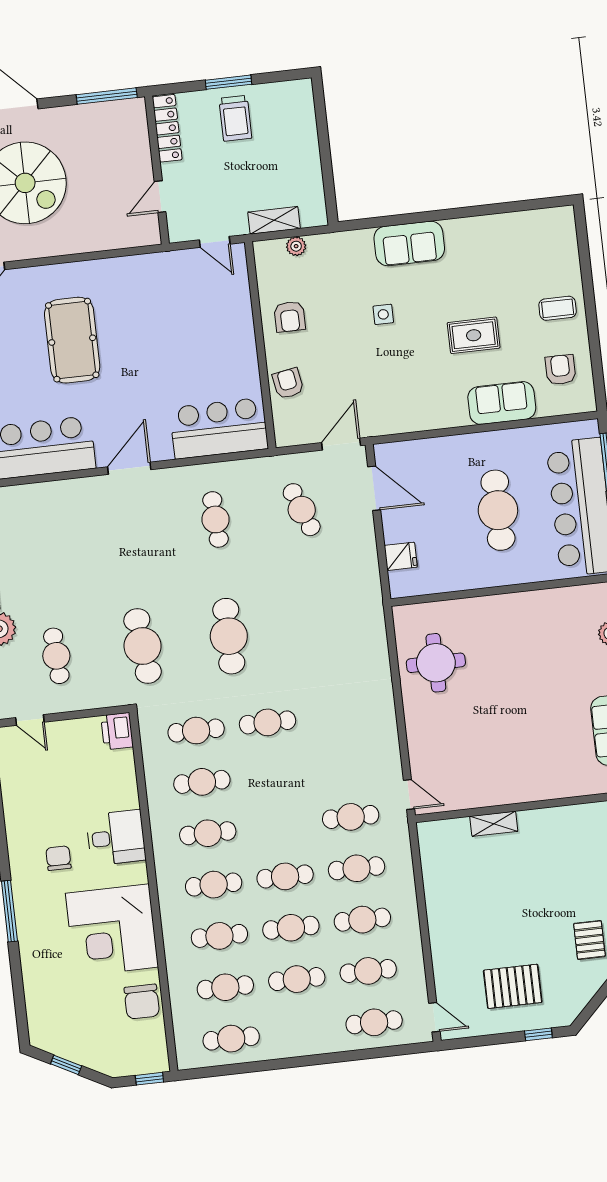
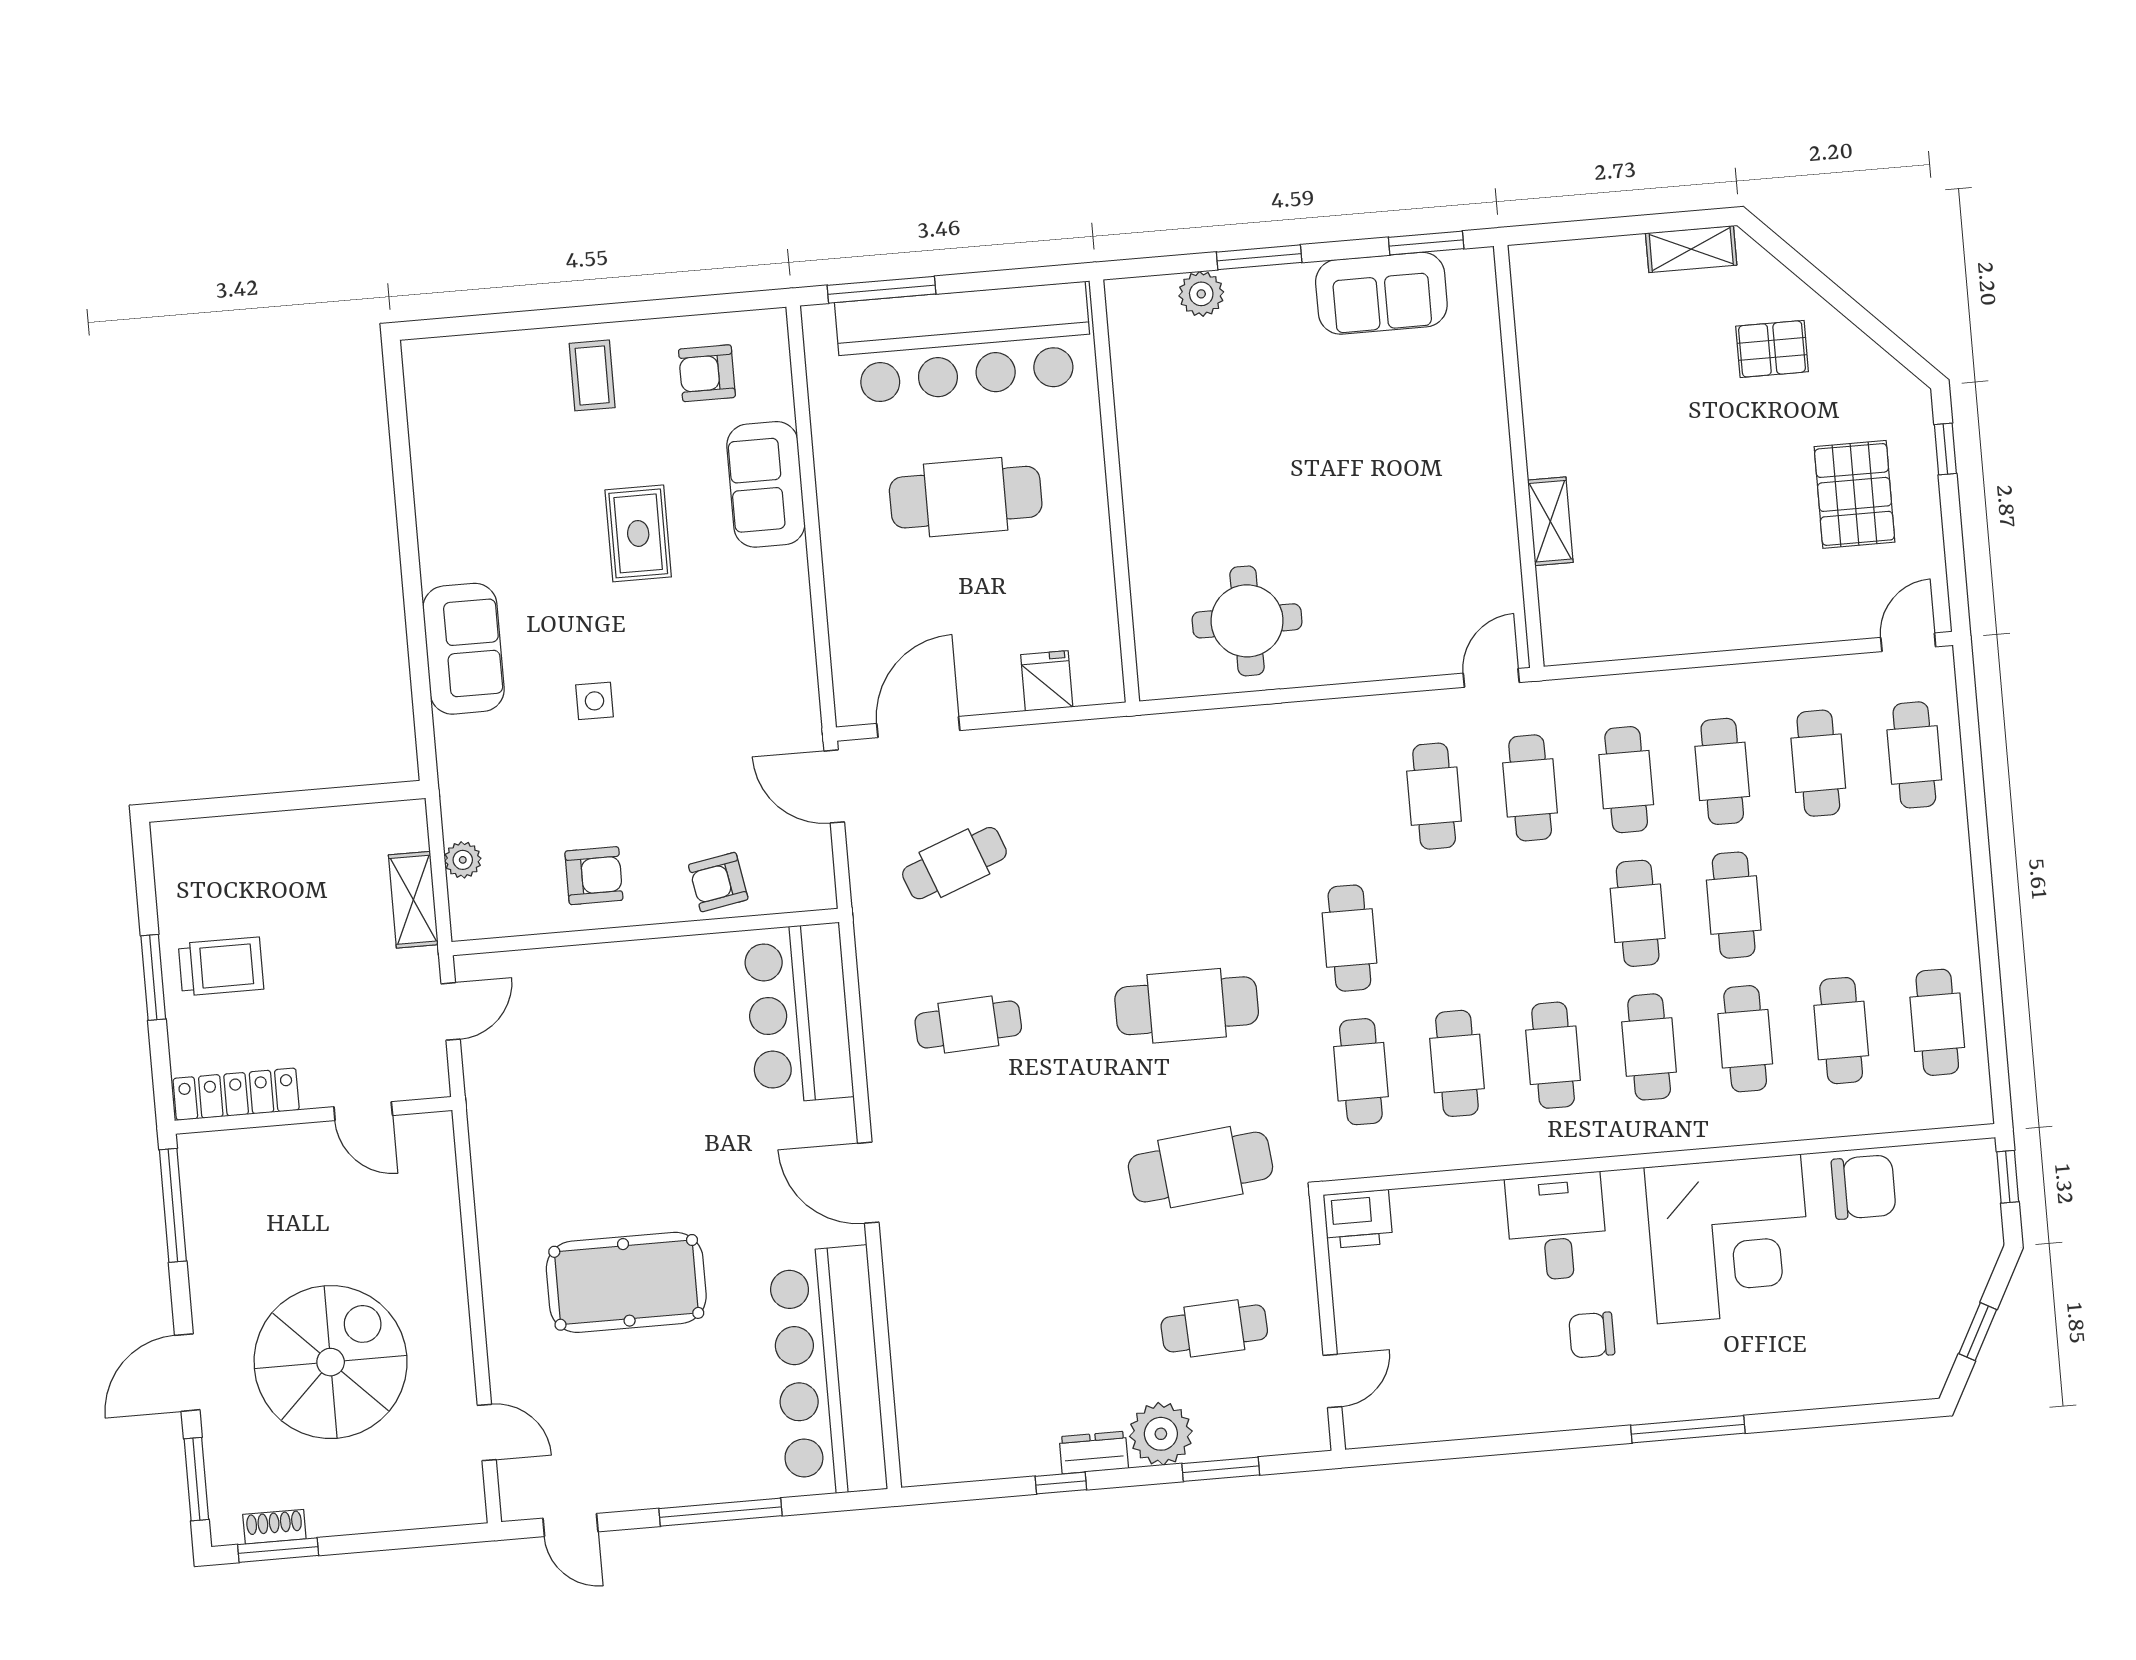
cafe table: (297, 979) -> (1434, 796), moved

